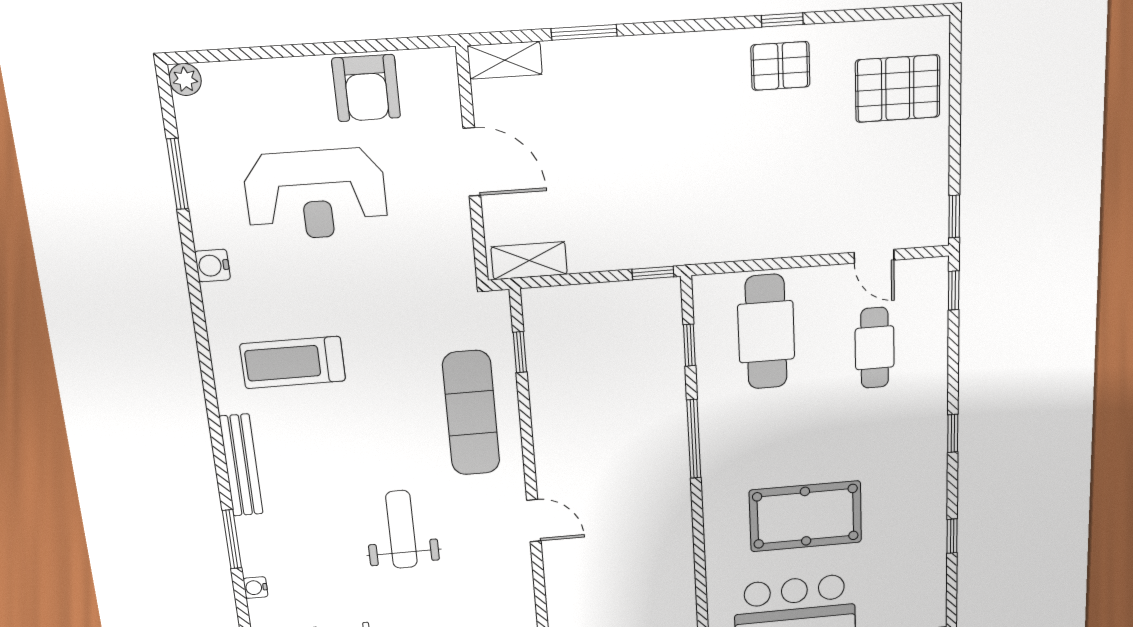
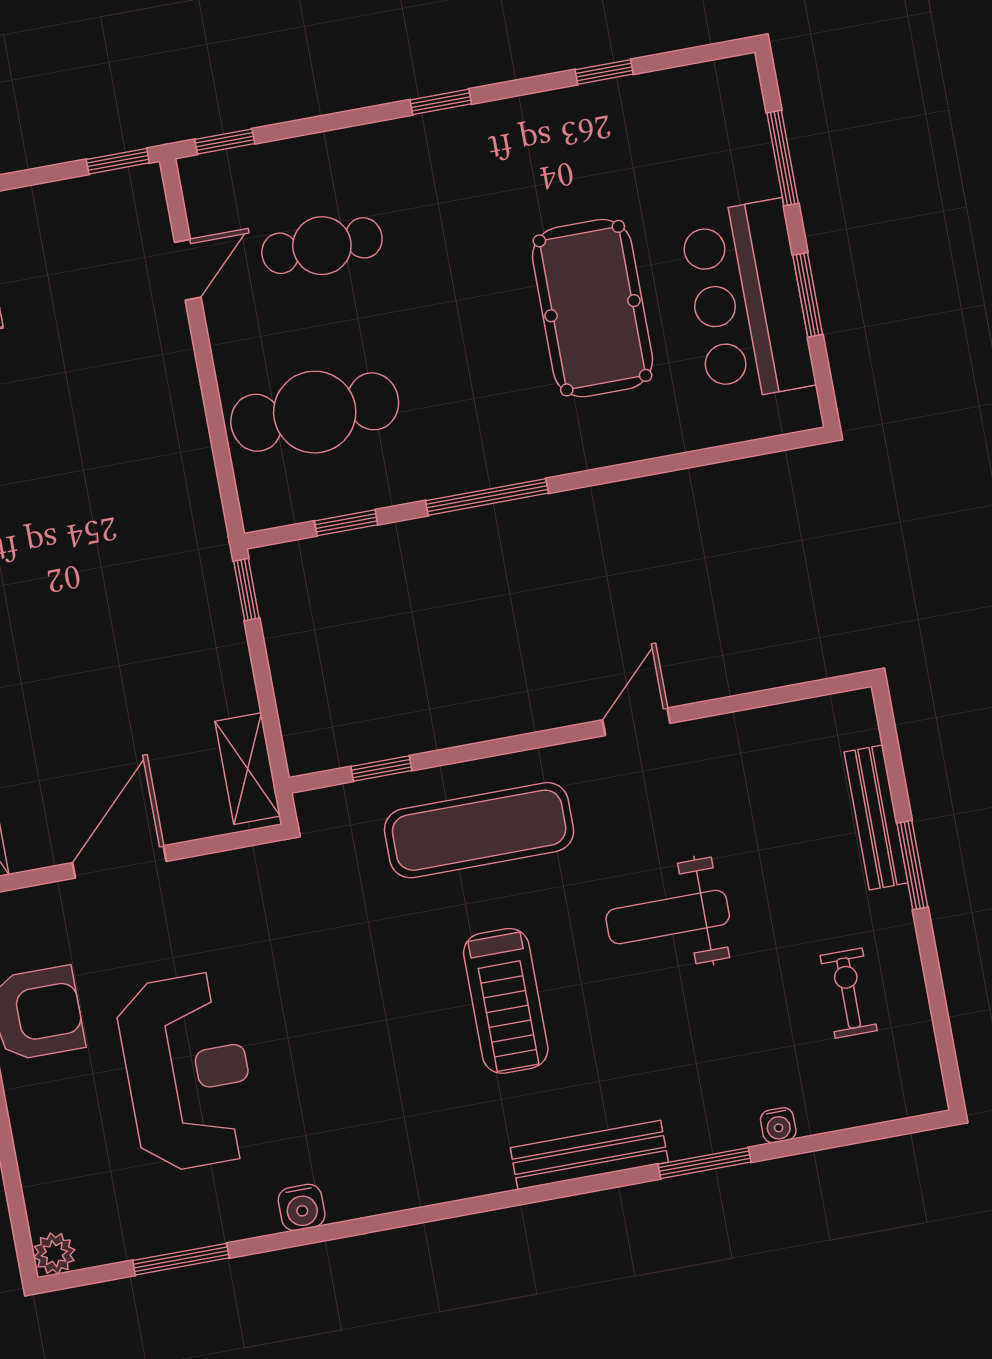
treadmill: (293, 362) -> (506, 1001), moved

